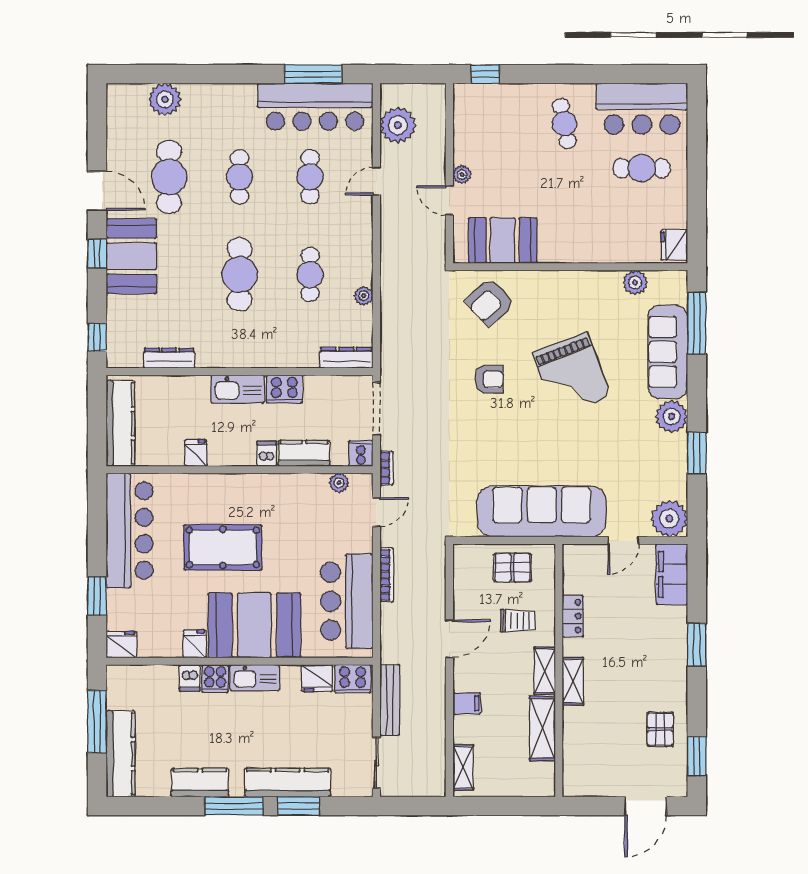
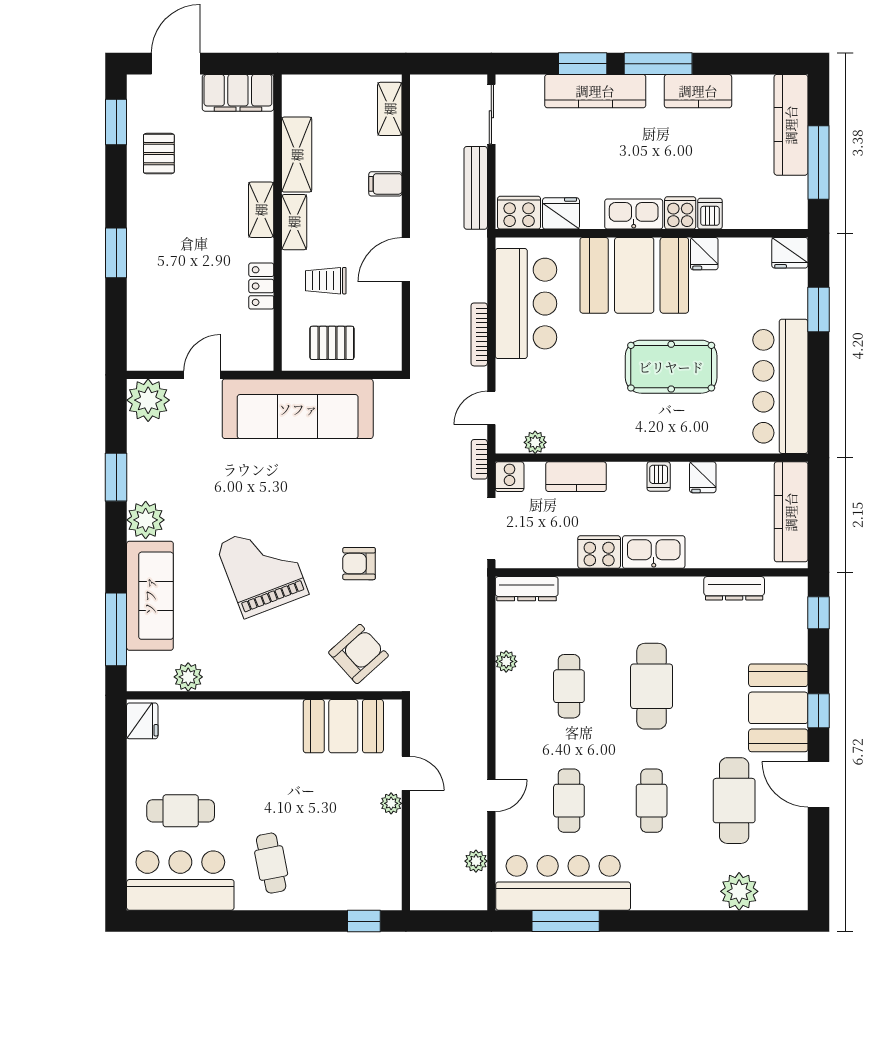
plant: (398, 125) -> (476, 861), width x0.53, depth x0.53
dishwasher: (267, 454) -> (659, 476), moved
filing cabinet: (672, 574) -> (238, 93), moved, turned 90

